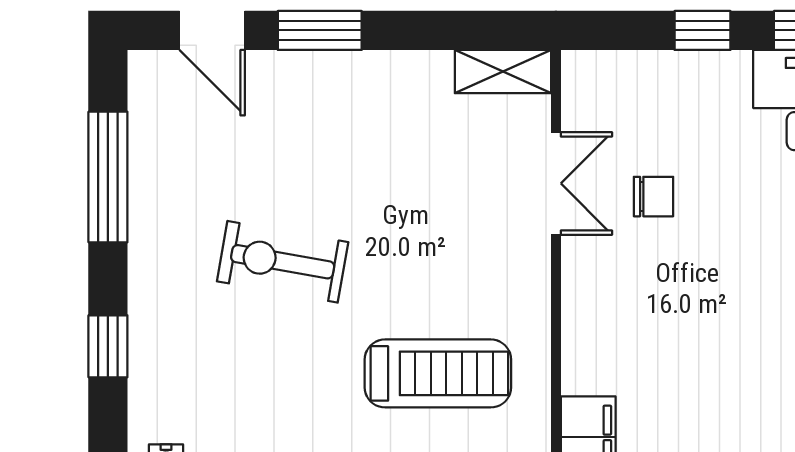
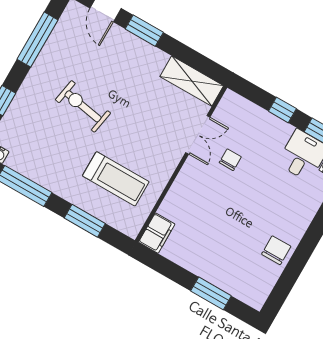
shelving: (503, 72) -> (192, 81), width x1.50, depth x1.33
chair: (653, 197) -> (230, 160), turned -90

